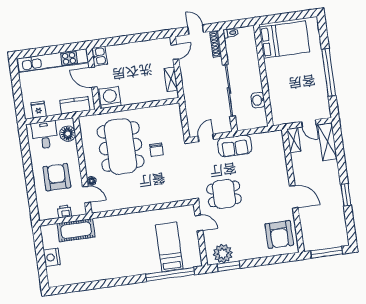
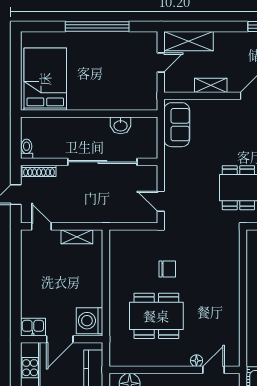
shelving: (294, 140) -> (211, 85), moved
sofa: (235, 146) -> (177, 125), moved
dining table: (121, 147) -> (156, 316), width x0.73, depth x0.80

